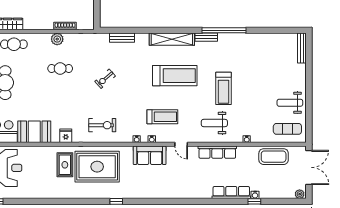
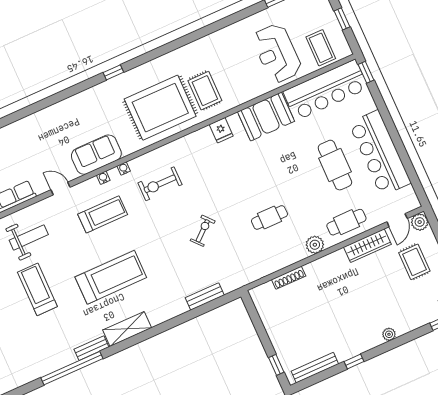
plant: (57, 39) -> (315, 245), moved
shelving: (172, 39) -> (127, 329), width x0.68
treadmill: (175, 76) -> (111, 277), turned 180
treadmill: (162, 117) -> (103, 214), turned 180
exercise bike: (102, 125) -> (160, 184), moved

